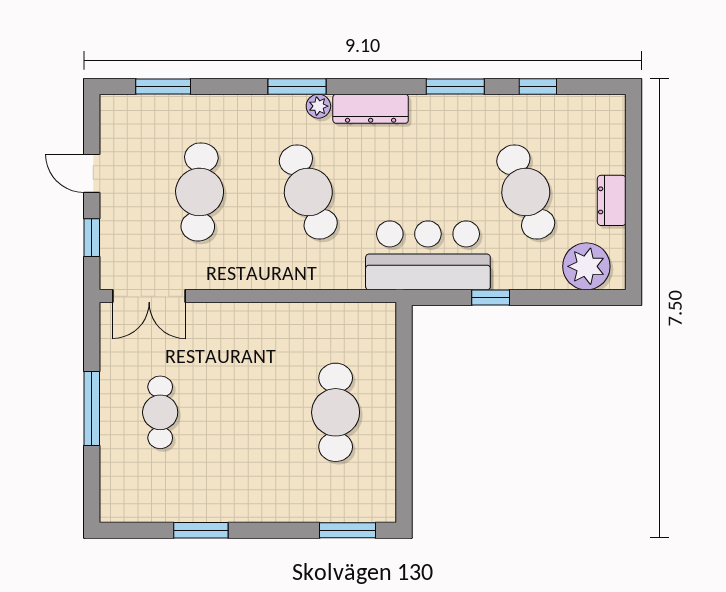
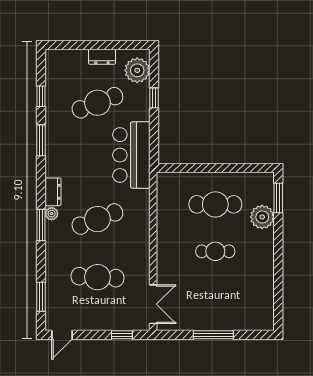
dresser: (371, 109) -> (53, 192), width x0.70
door: (92, 173) -> (62, 335), moved
window: (491, 298) -> (154, 98), moved
cafe table: (160, 412) -> (215, 251), moved
plant: (312, 500) -> (262, 217), added
window: (201, 530) -> (278, 276), removed

